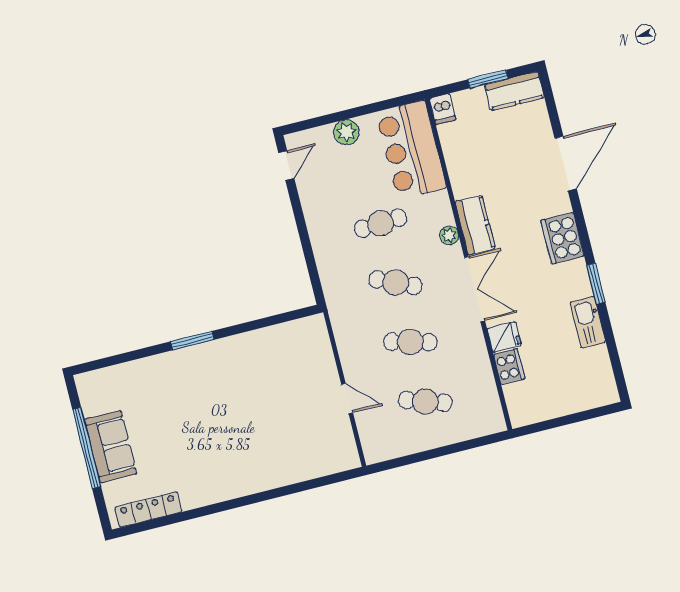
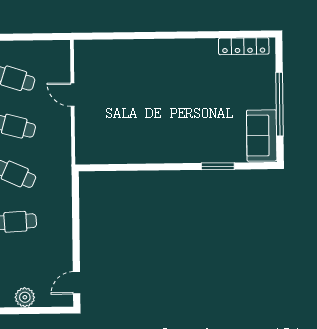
window: (192, 341) -> (218, 166), moved
sofa: (110, 447) -> (262, 136), moved

